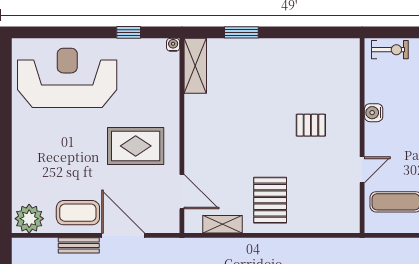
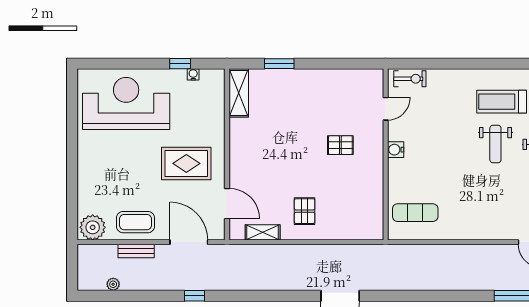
water cooler: (173, 45) -> (193, 74), moved
water cooler: (374, 113) -> (396, 150), moved
door: (362, 170) -> (386, 109), moved
pallet: (270, 200) -> (305, 211), width x0.67, depth x0.71
door: (123, 235) -> (189, 242), moved

